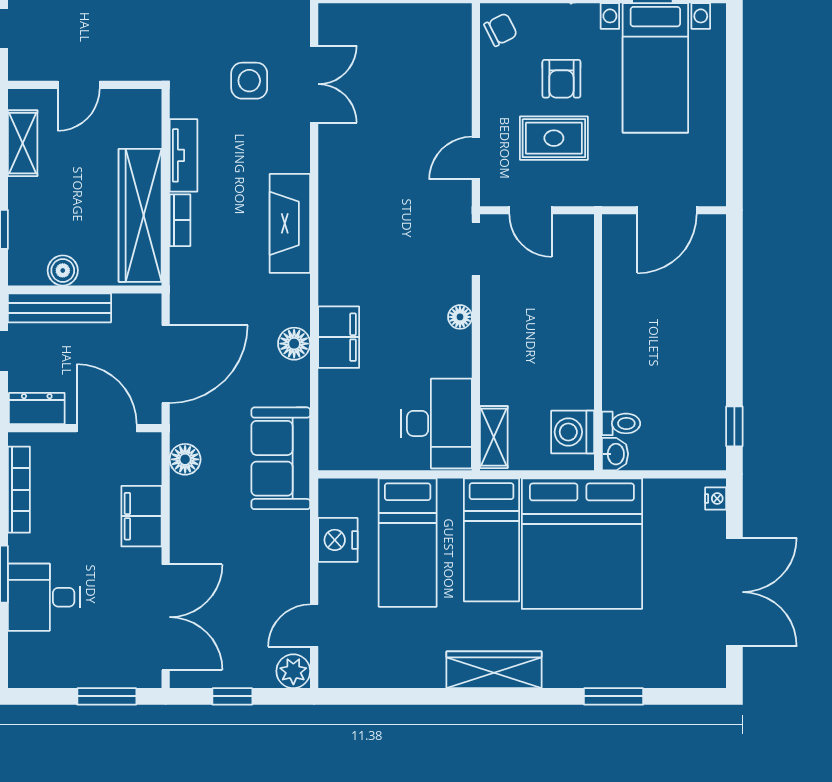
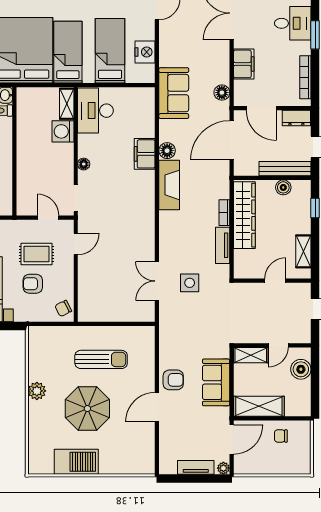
armchair: (561, 79) -> (33, 284), turned -90
fireplace: (290, 223) -> (169, 185), moved
washing machine: (573, 432) -> (63, 131), moved, turned 180

